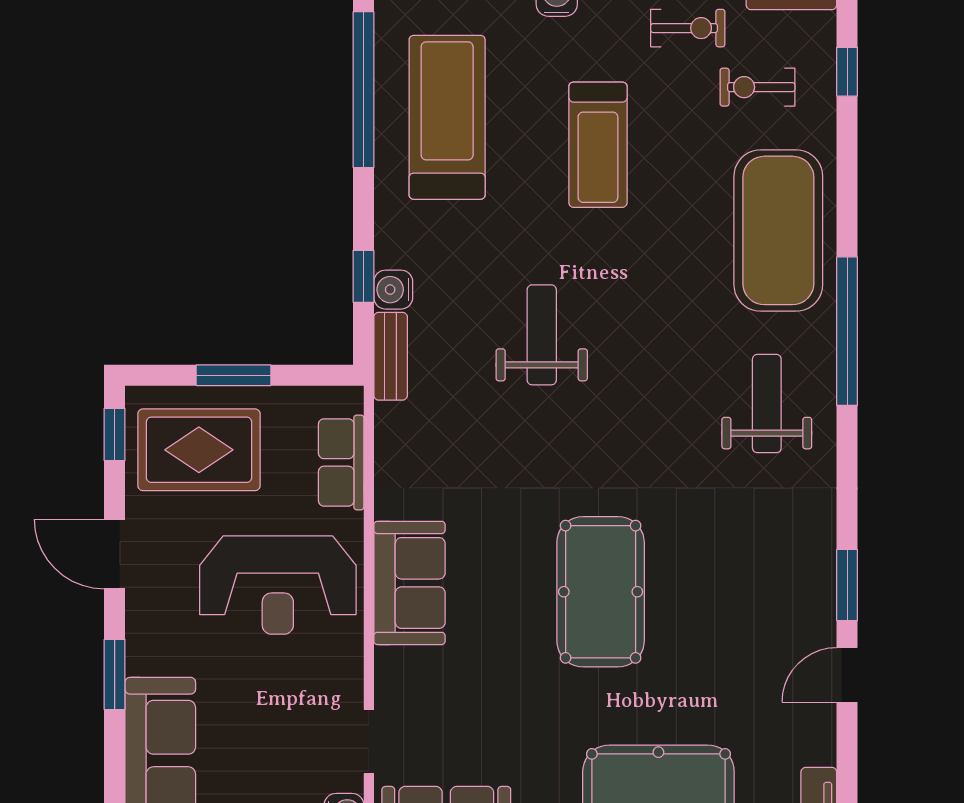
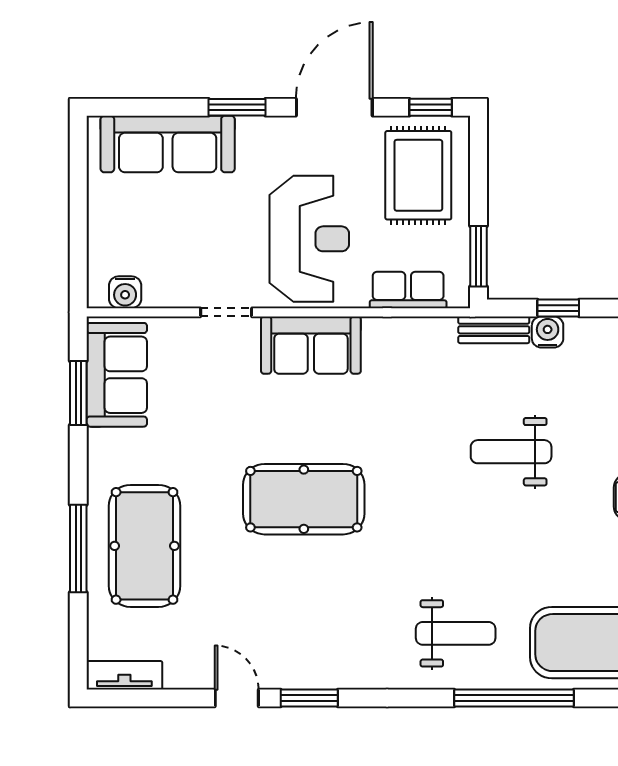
weight bench: (542, 335) -> (511, 452), turned 180
window: (233, 375) -> (478, 256), moved
door: (115, 554) -> (334, 107), width x1.36
reception desk: (278, 585) -> (309, 239), turned 180
doorway: (369, 742) -> (226, 312), moved

